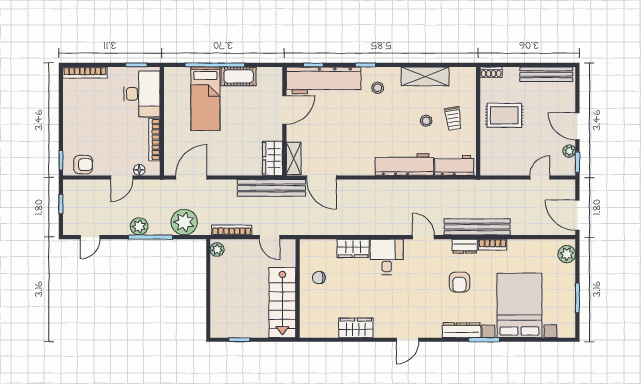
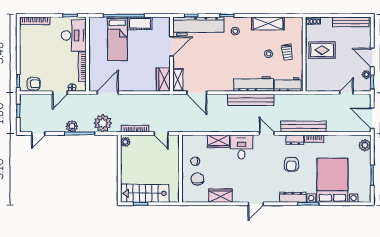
bench: (271, 188) -> (251, 100), moved
stairs: (282, 303) -> (145, 193), moved, turned 90
chair: (322, 304) -> (197, 179), added

